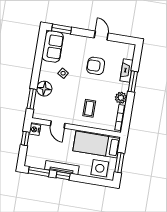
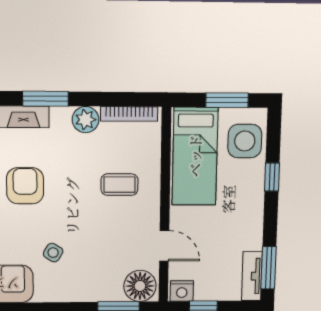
armchair: (96, 66) -> (25, 186), turned 180
floor lamp: (44, 89) -> (140, 286), moved
door: (58, 124) -> (164, 246), hinge flipped
tv unit: (62, 168) -> (252, 276), moved, width x0.71
window: (63, 176) -> (272, 177), moved

